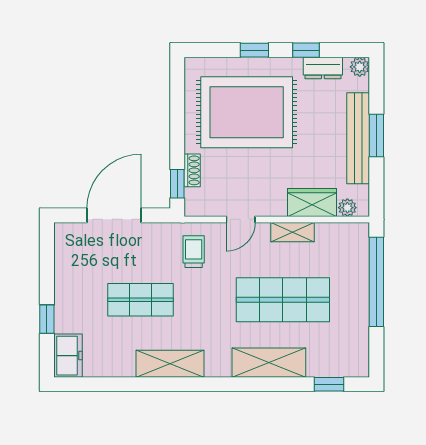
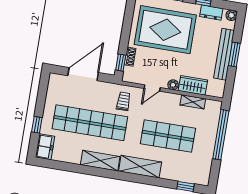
plant: (347, 208) -> (173, 85), moved
shelving: (293, 232) -> (193, 102), moved
shop shelf: (141, 300) -> (90, 123), width x2.00, depth x1.36
shelving: (269, 363) -> (140, 167), moved

